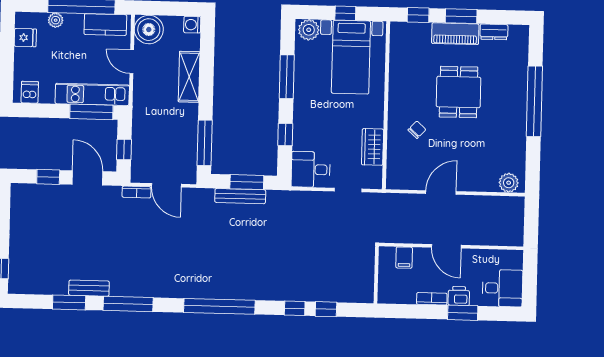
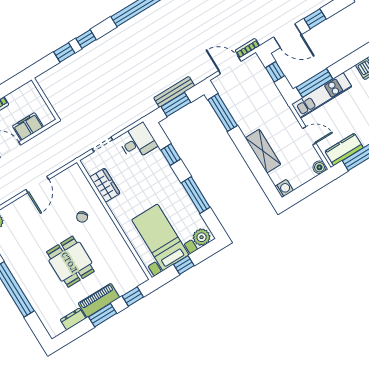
boiler: (149, 30) -> (319, 167), width x0.54, depth x0.54
filing cabinet: (404, 258) -> (28, 127), width x2.00

